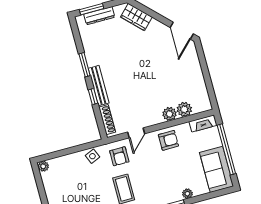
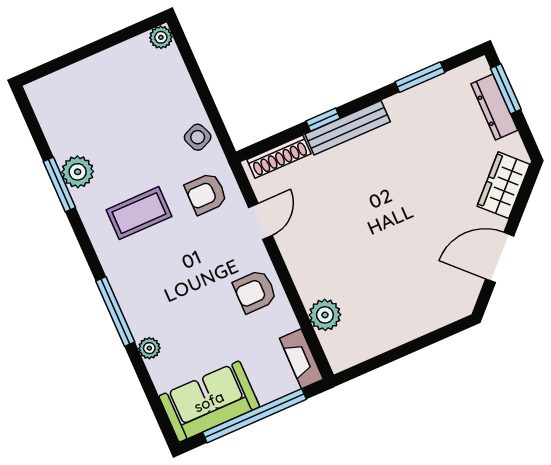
door: (182, 31) -> (500, 258), moved
window: (85, 65) -> (420, 77), moved
plant: (169, 114) -> (311, 285), removed
door: (136, 133) -> (260, 221), swing flipped
armchair: (168, 140) -> (255, 291), turned 90

